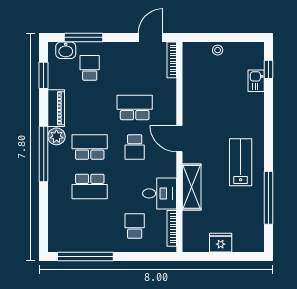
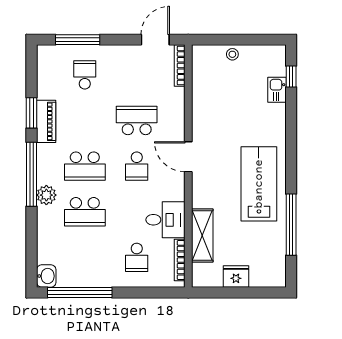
washbasin: (66, 50) -> (46, 276), moved, turned -90
window: (44, 75) -> (32, 113), moved
plant: (56, 136) -> (46, 195), moved
school desk: (90, 147) -> (85, 166), turned 180
lab bench: (241, 162) -> (259, 184), width x1.36, depth x1.39
shelving: (192, 187) -> (202, 236), moved
school desk: (135, 226) -> (137, 257), turned 180

